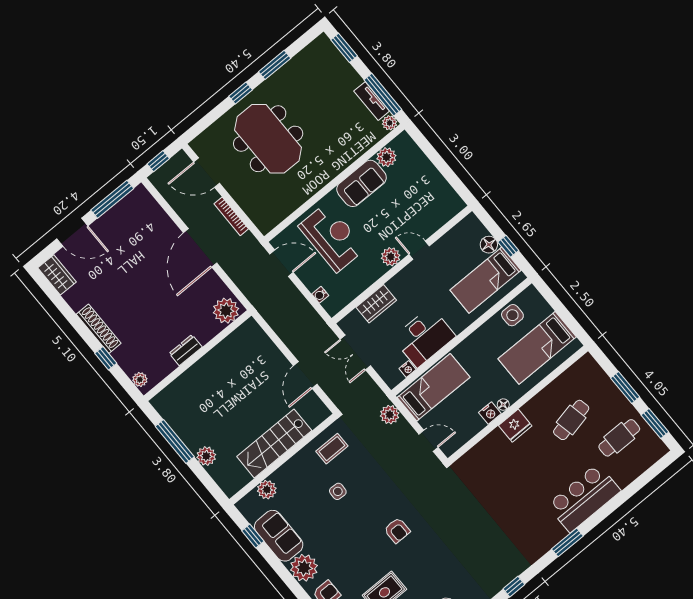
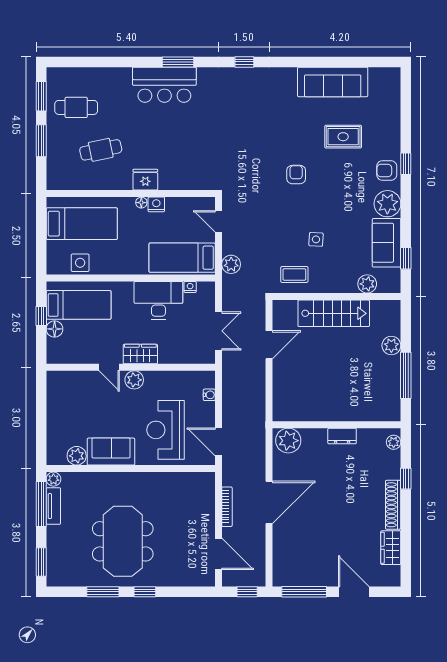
meeting table: (268, 139) -> (123, 541), moved
wardrobe: (57, 275) -> (391, 548), moved
wardrobe: (376, 304) -> (140, 354), moved
bar counter: (584, 498) -> (164, 85), moved

